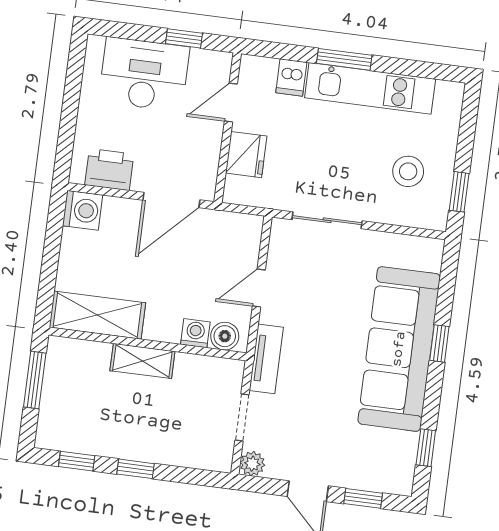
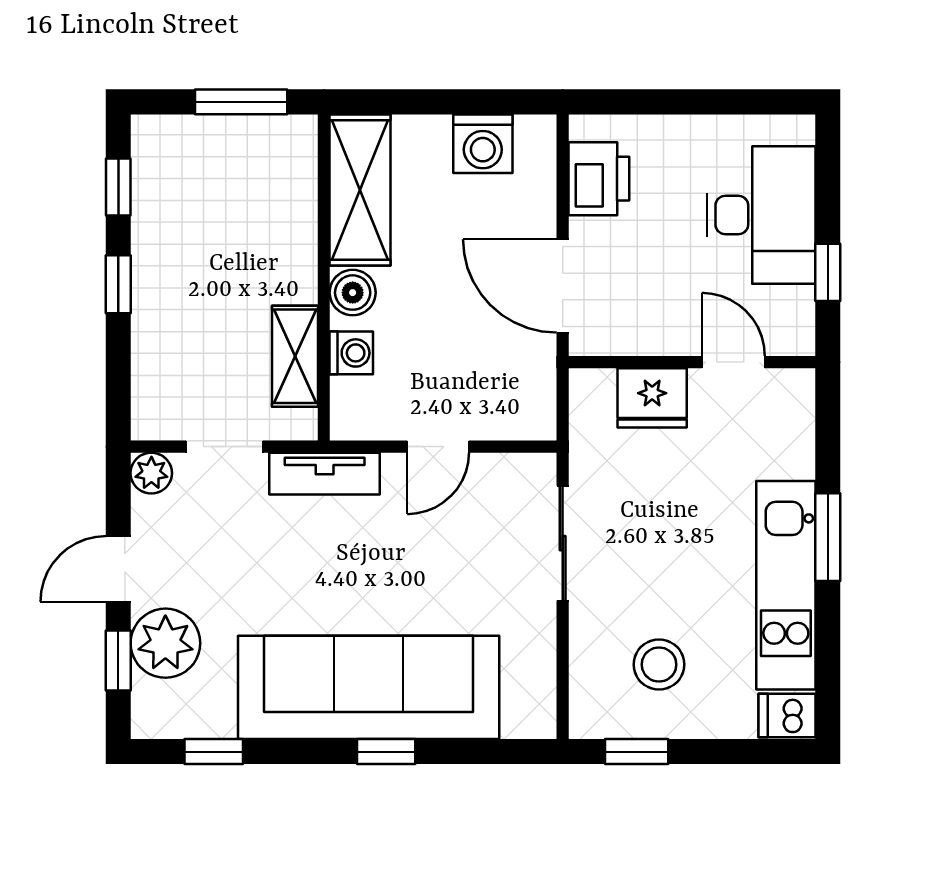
dishwasher: (291, 77) -> (787, 716), moved
washing machine: (83, 210) -> (483, 144), moved
door: (259, 288) -> (438, 447), swing flipped
boiler: (225, 336) -> (353, 293), moved
shelving: (142, 361) -> (295, 356), moved
plant: (356, 468) -> (165, 643), added

